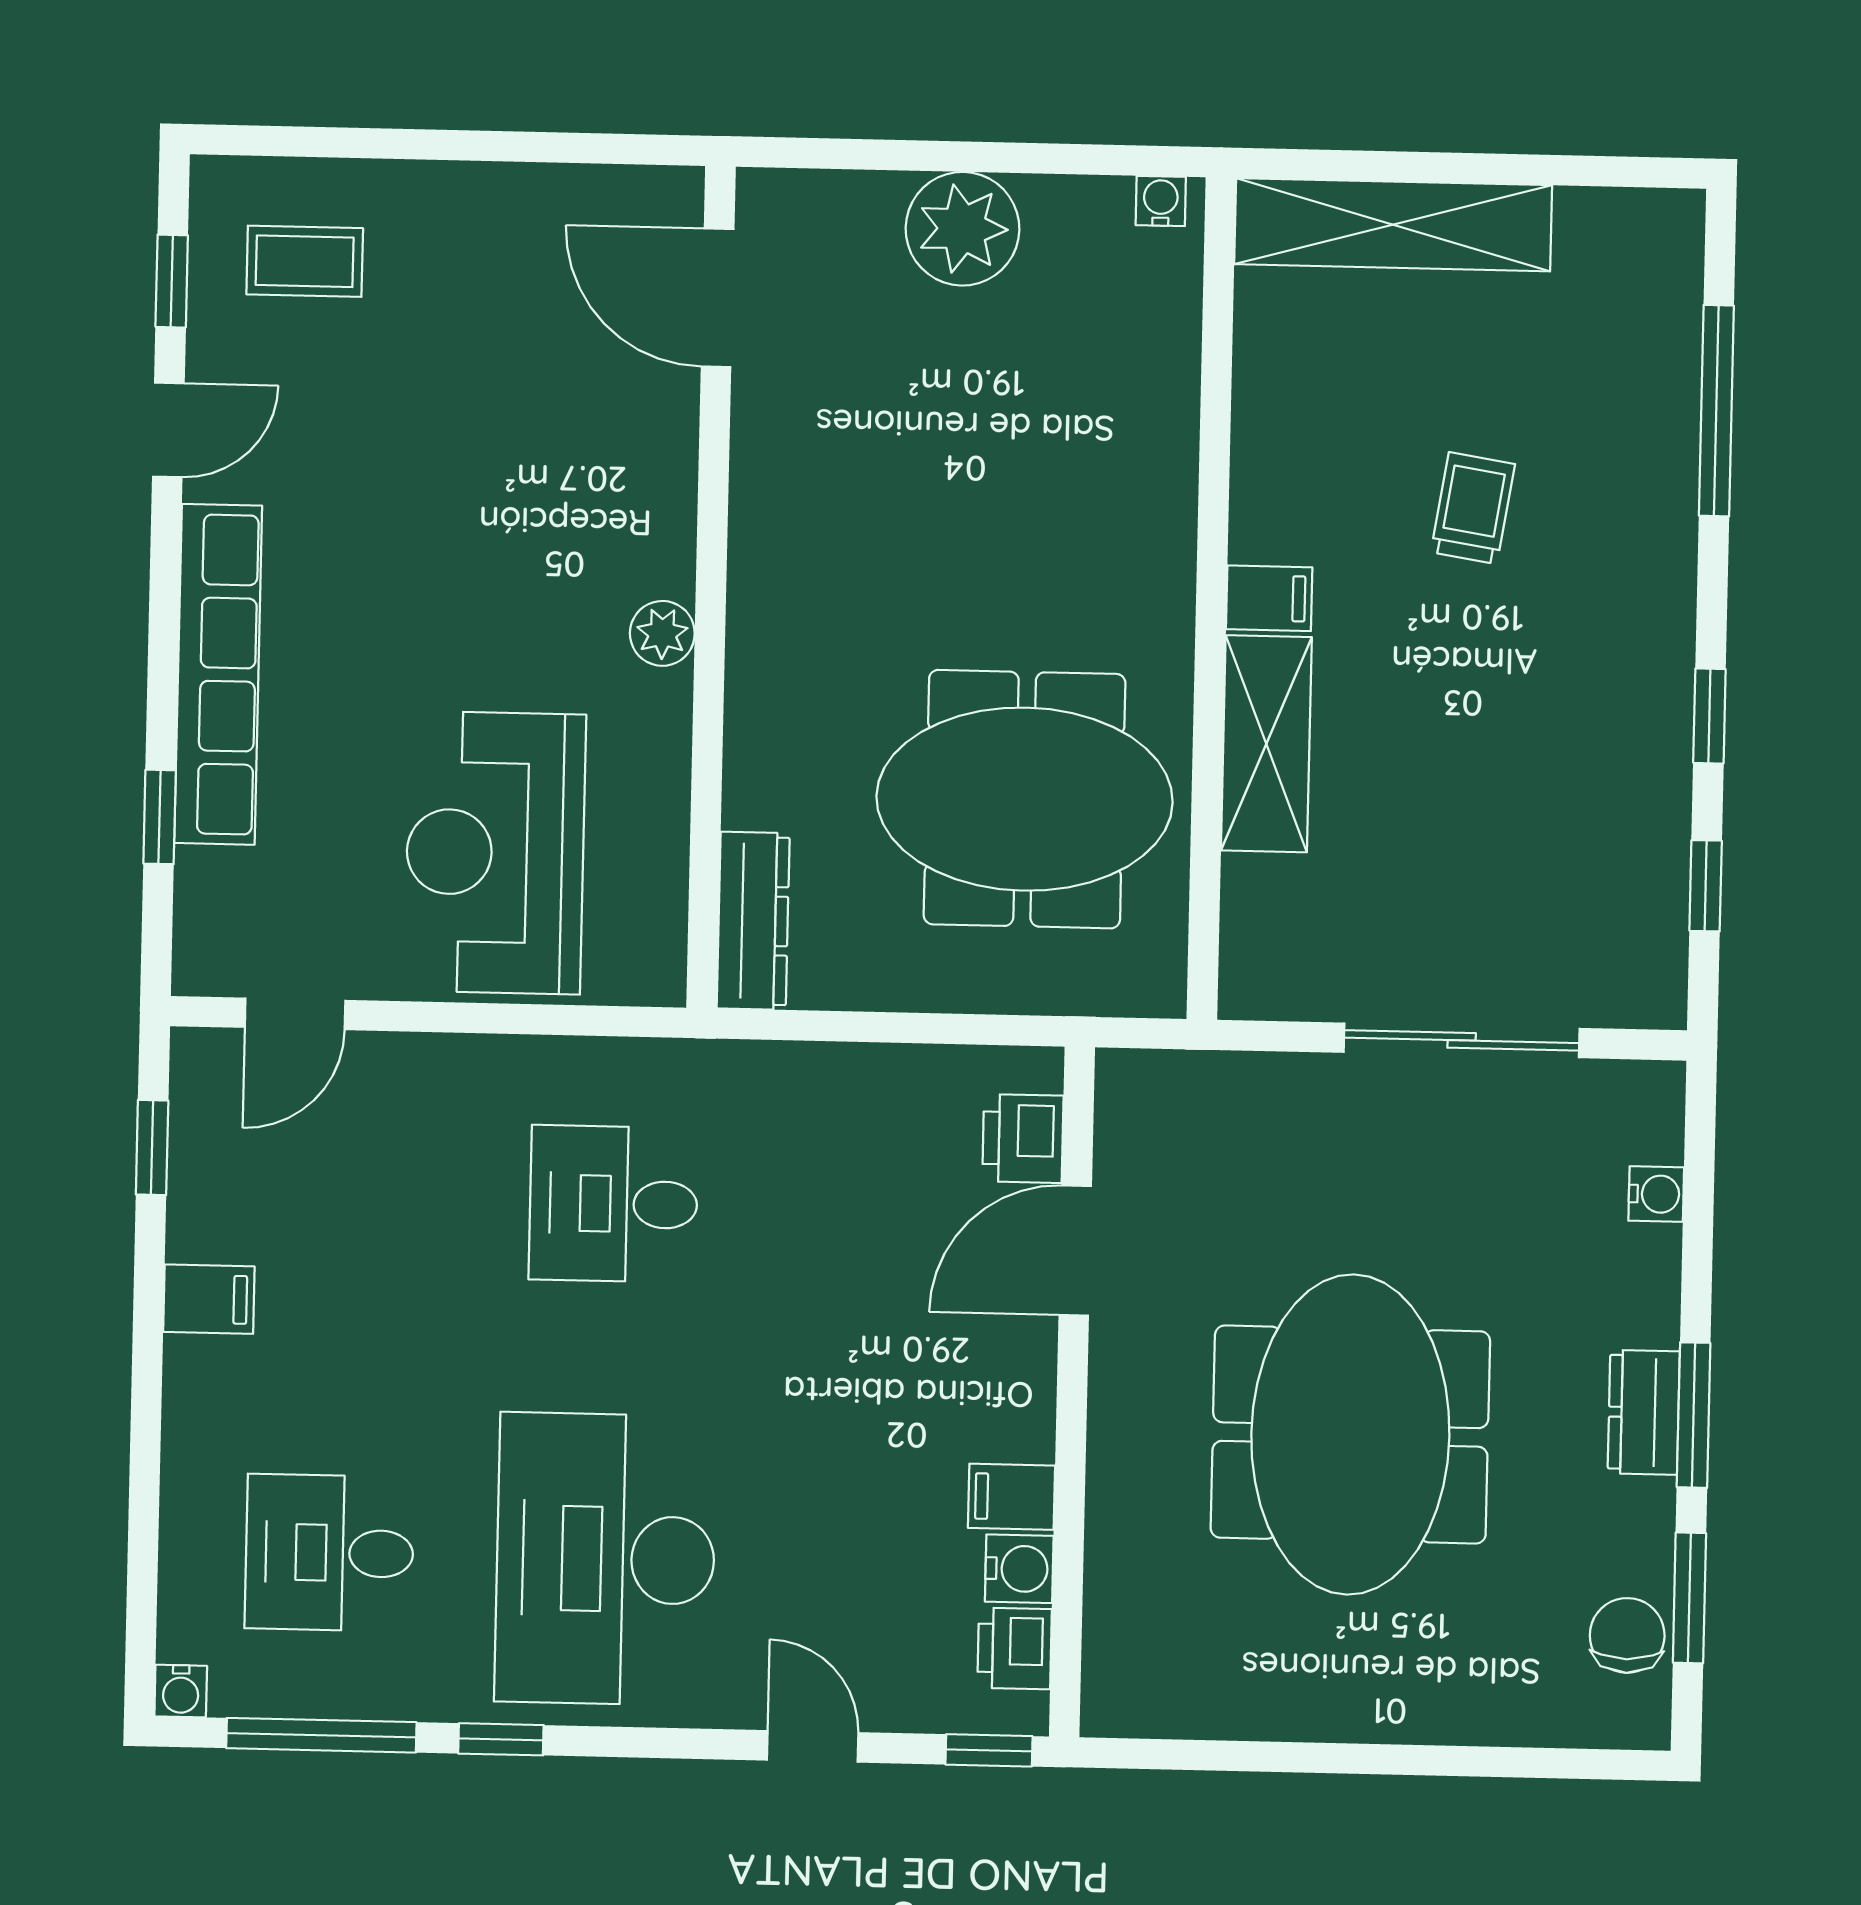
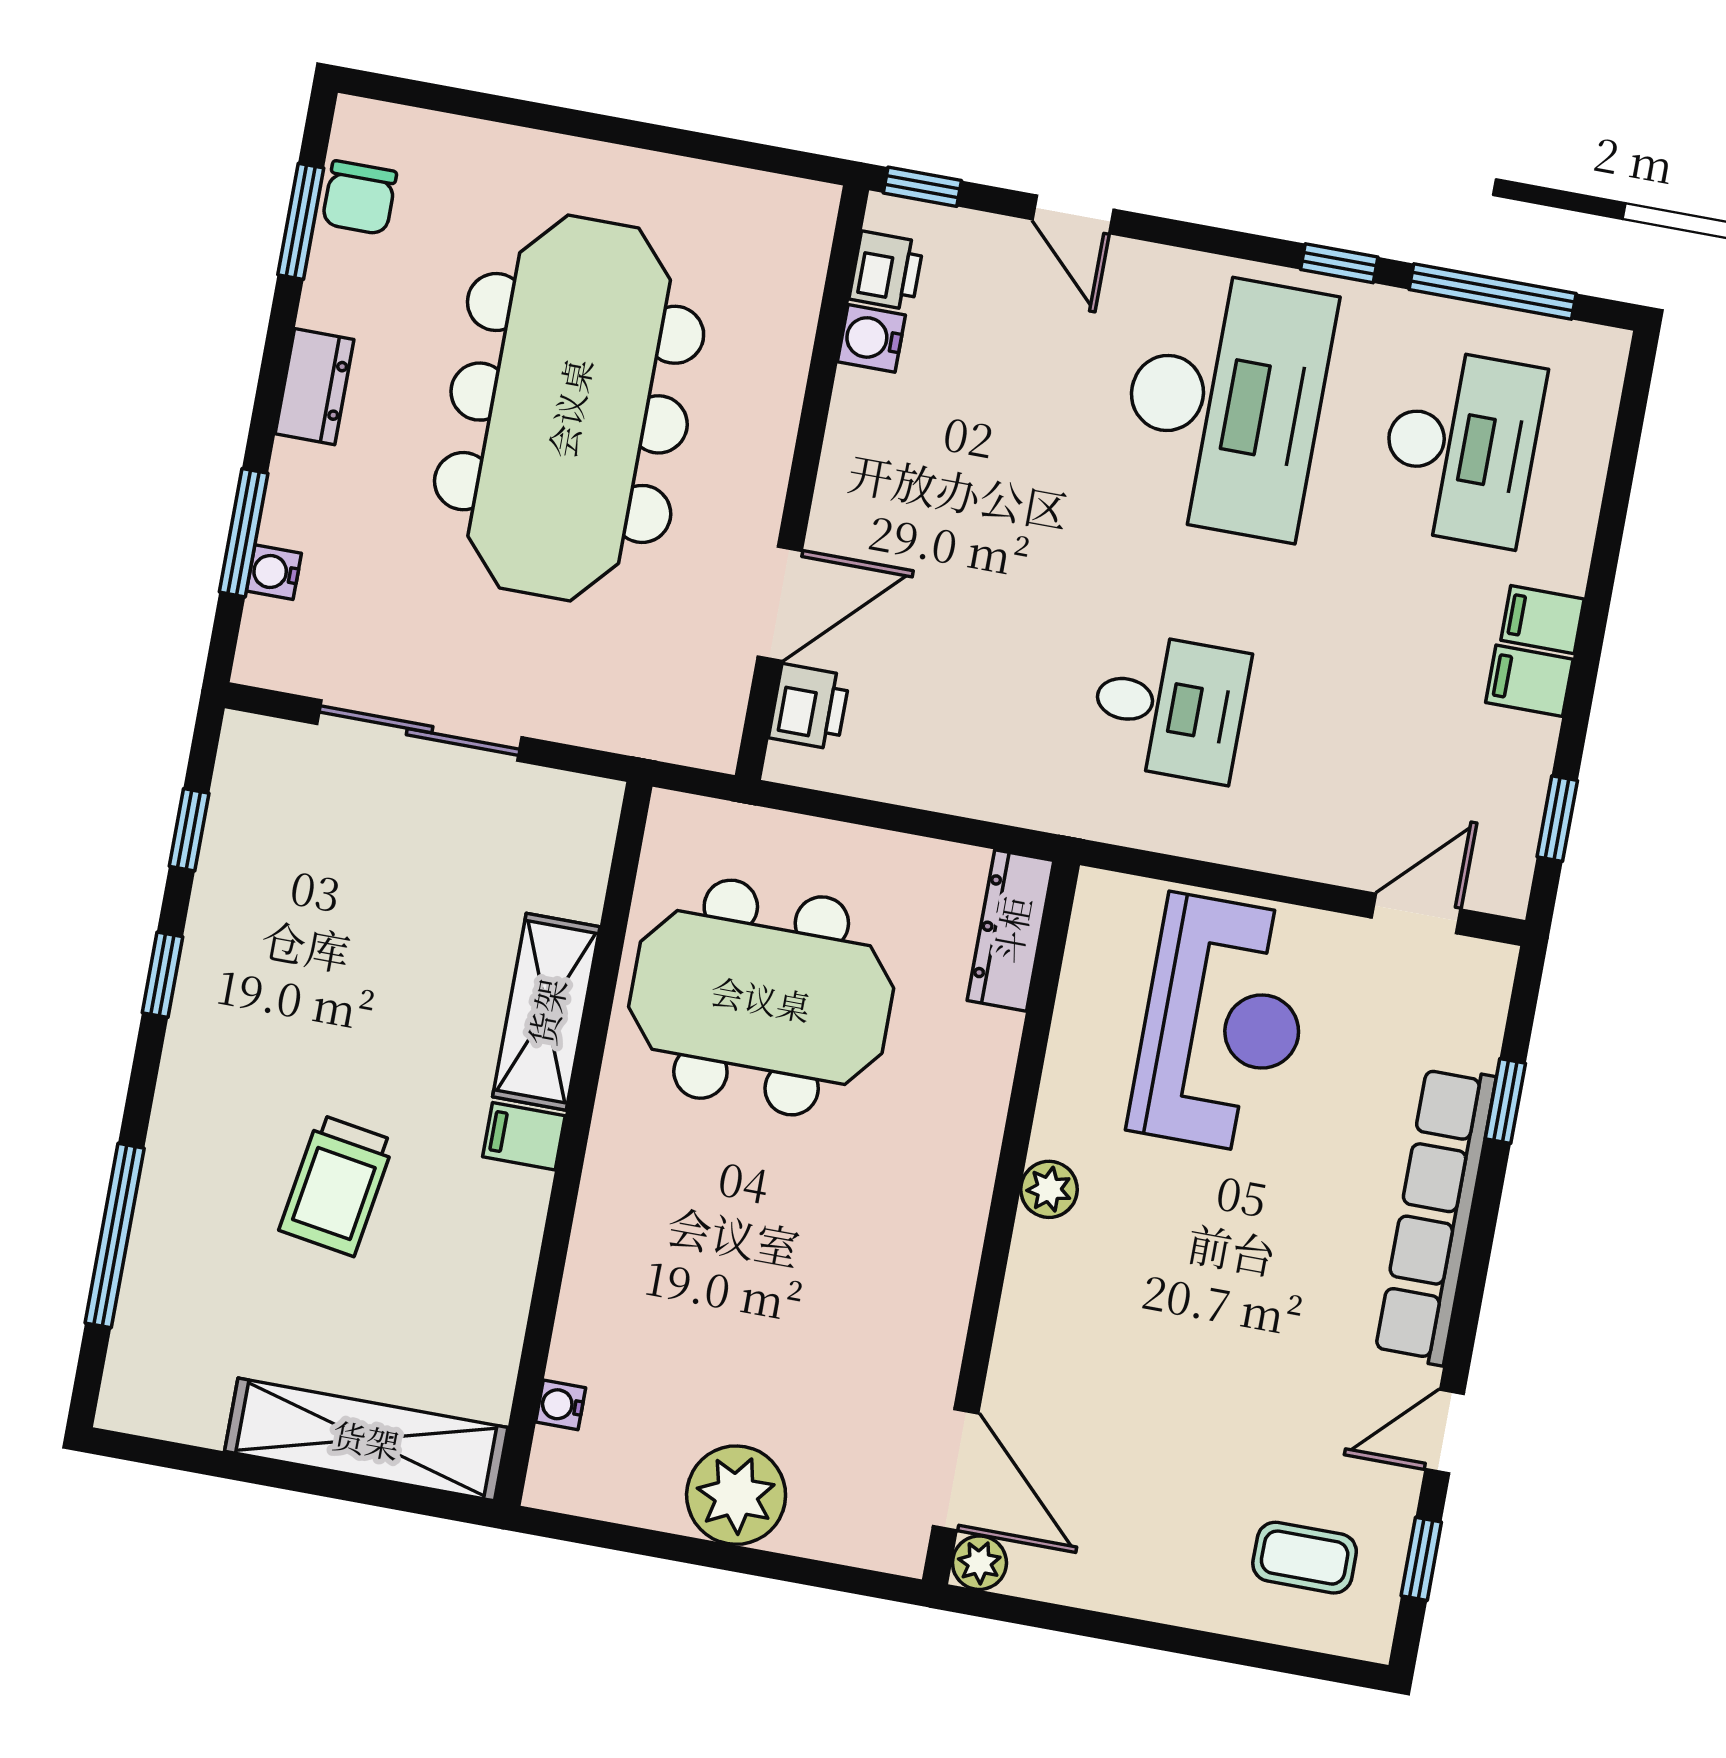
plant: (673, 196) -> (979, 1563), added
water cooler: (1161, 201) -> (561, 1405), moved, turned 90
trolley: (1473, 508) -> (337, 1185), width x1.36, depth x1.39
window: (1694, 1415) -> (244, 533), moved
meeting table: (1350, 1434) -> (569, 408), width x1.36
filing cabinet: (1012, 1497) -> (1542, 620), moved, turned 180
desk: (329, 1553) -> (1461, 447), width x1.37
water cooler: (181, 1691) -> (1607, 349), removed

